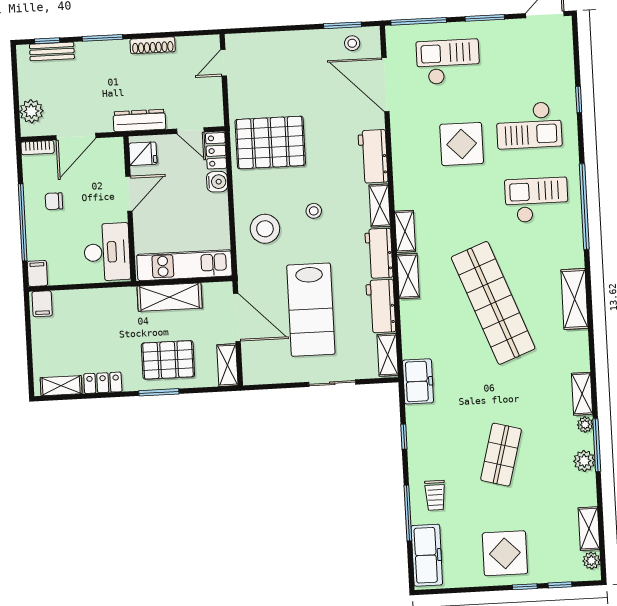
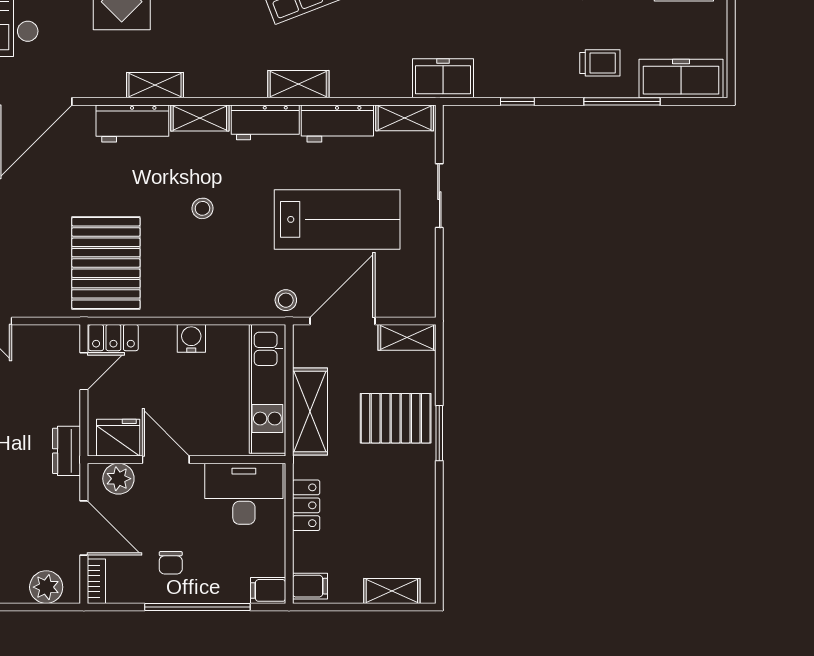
dresser: (139, 120) -> (67, 451), width x0.70
fridge: (143, 154) -> (118, 438), width x1.38
plant: (113, 160) -> (118, 479), added
water cooler: (217, 182) -> (191, 338), moved
stool: (265, 229) -> (286, 300), moved, width x0.53, depth x0.53
shelving: (405, 231) -> (155, 85), moved
pallet: (168, 360) -> (396, 418), turned 90
locker: (103, 383) -> (306, 505), moved, turned 180
shelving: (61, 386) -> (392, 591), moved, turned 90

